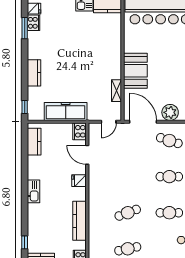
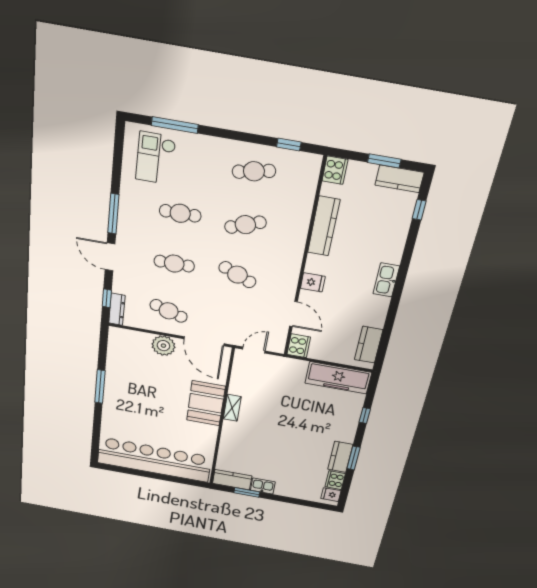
window: (25, 28) -> (354, 458), moved
kitchen counter: (34, 73) -> (340, 457), moved
shelving: (117, 91) -> (232, 408), moved
window: (25, 107) -> (365, 416), moved
freezer: (66, 111) -> (338, 378), moved
cafe table: (128, 177) -> (237, 275), added

